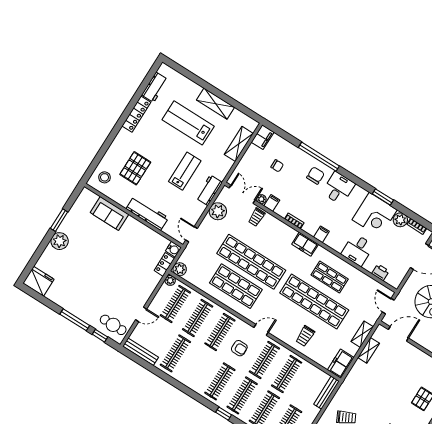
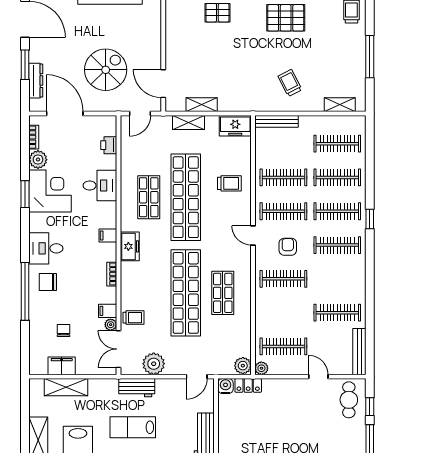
filing cabinet: (263, 137) -> (62, 366), moved
shop shelf: (236, 286) -> (223, 293), width x0.70, depth x0.74
clothes rail: (198, 318) -> (283, 313), removed

